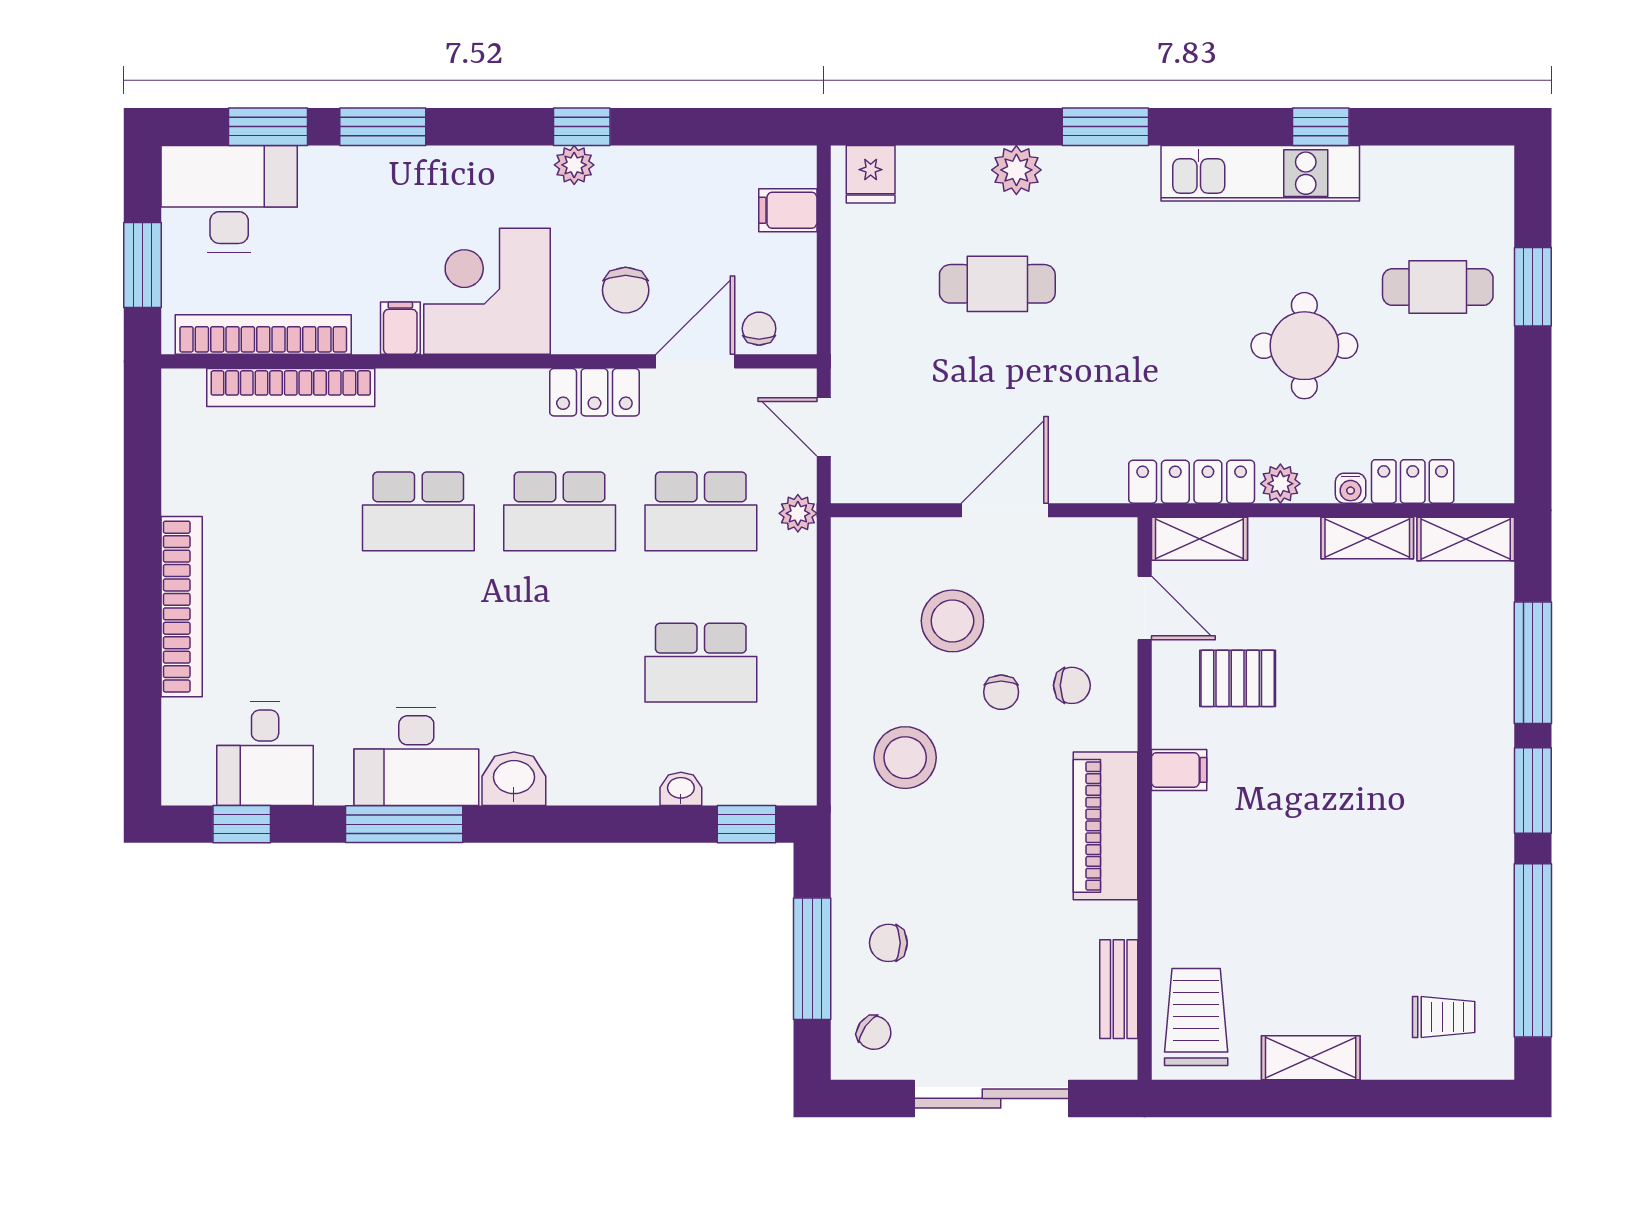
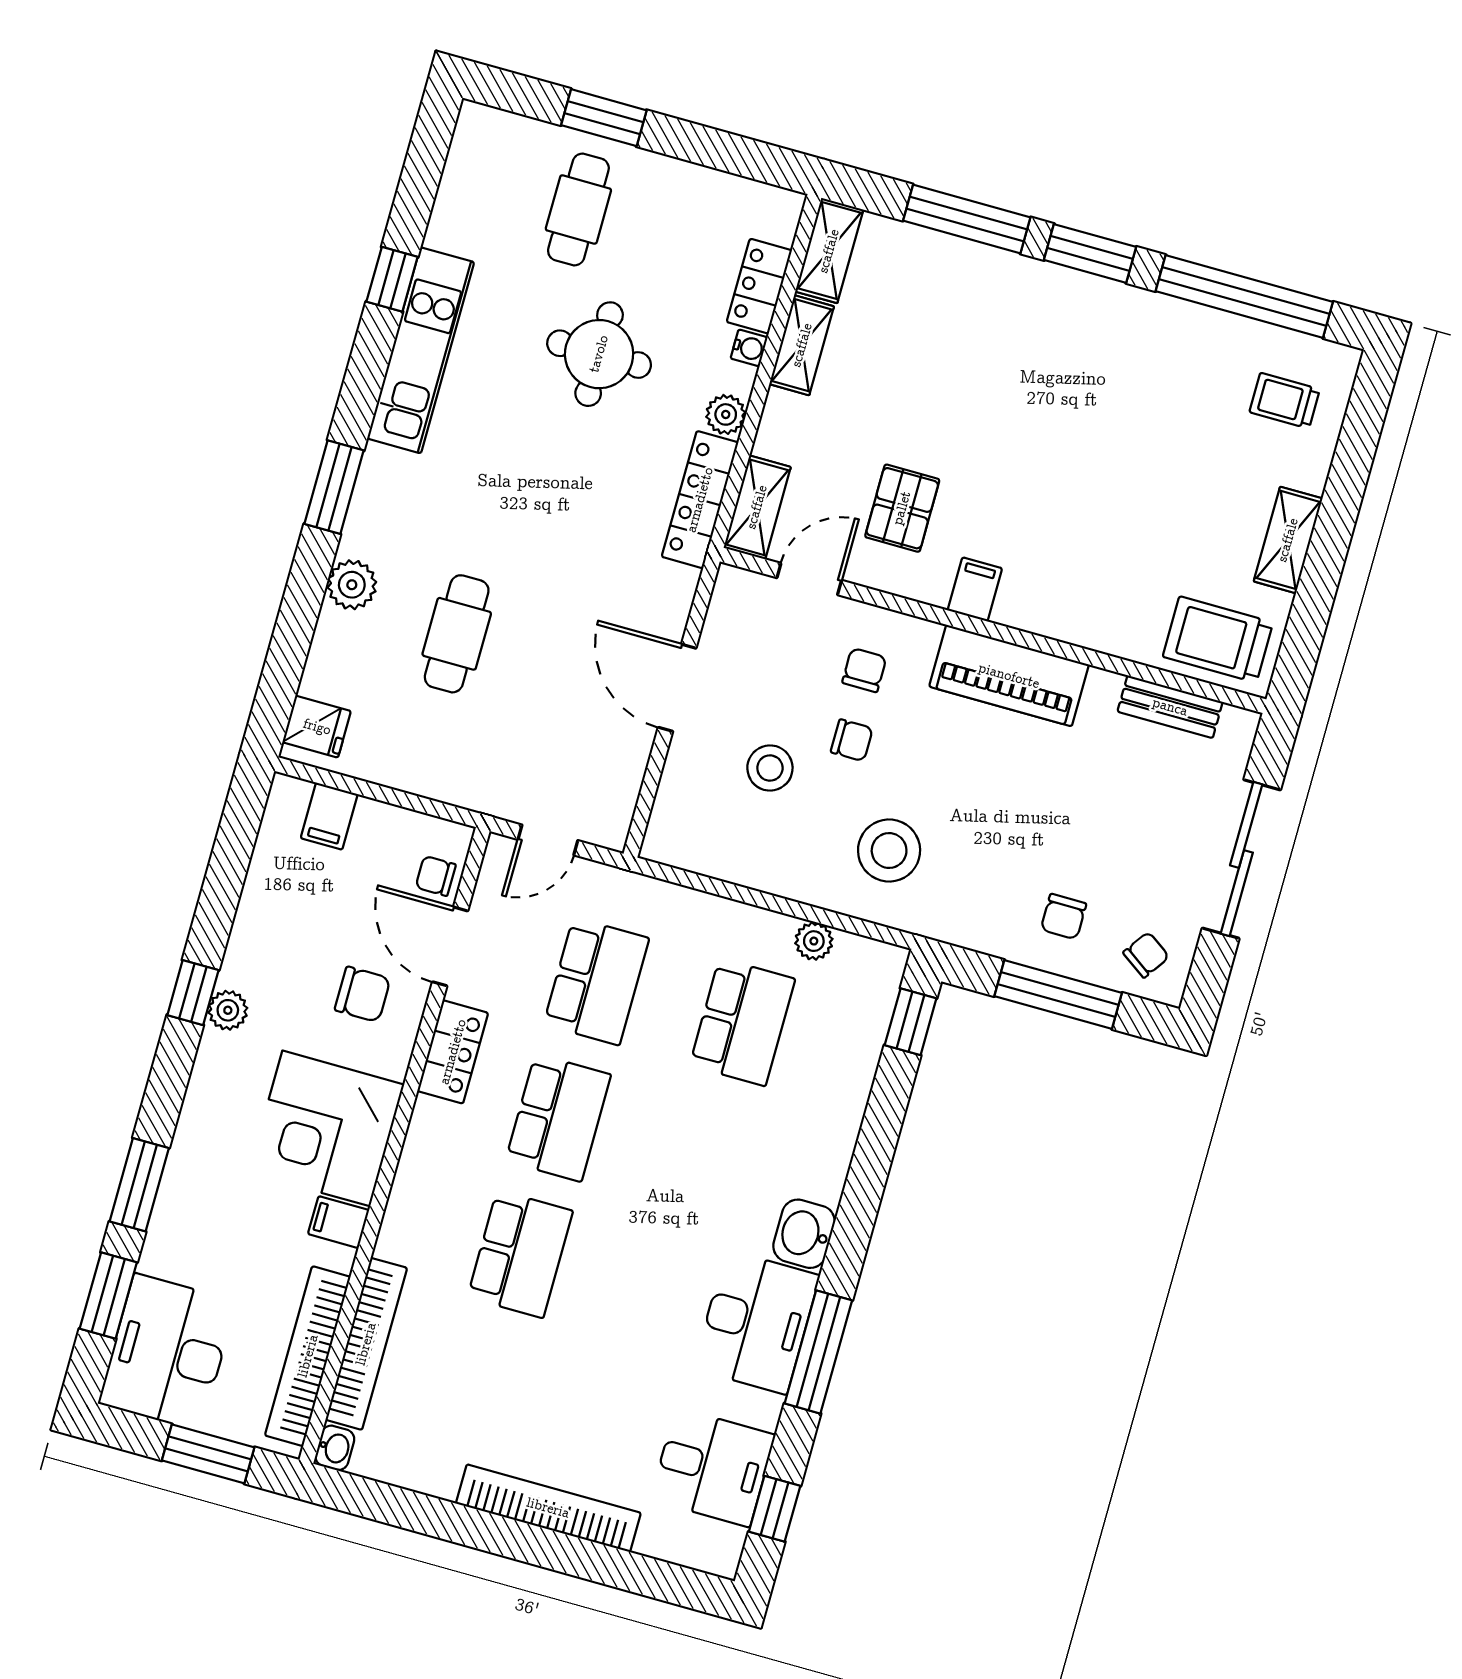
plant: (798, 513) -> (814, 941), moved
stool: (952, 621) -> (770, 768), width x0.73, depth x0.73
washbasin: (681, 789) -> (335, 1448), moved, turned 180
trolley: (1444, 1017) -> (1285, 401), turned -90

